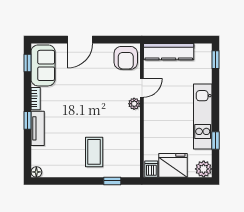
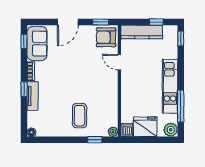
window: (120, 40) -> (101, 22), added
window: (186, 40) -> (156, 22), added
armchair: (126, 58) -> (106, 37), turned 90
door: (142, 88) -> (119, 62), swing flipped
plant: (134, 104) -> (113, 132), moved
window: (216, 141) -> (181, 106), width x2.17

